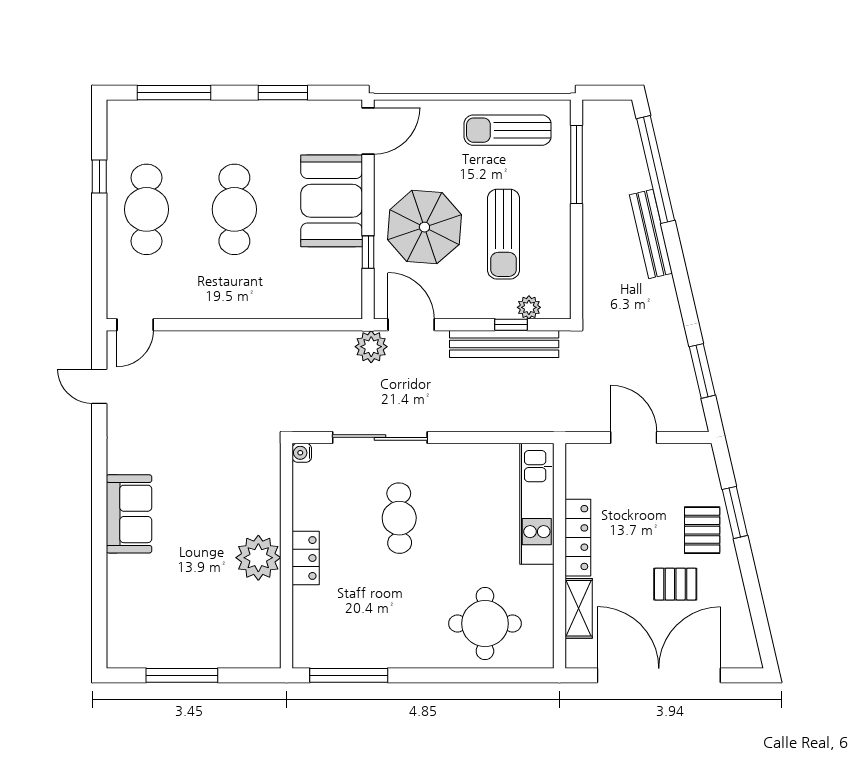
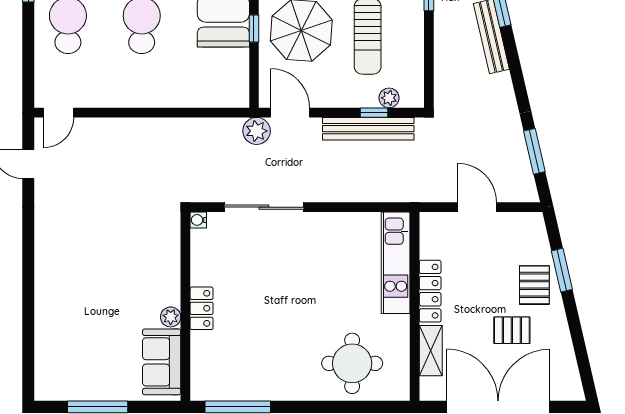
window: (368, 252) -> (254, 28), moved
sofa: (129, 514) -> (162, 362), moved, turned 180
cafe table: (399, 518) -> (280, 275), removed
plant: (258, 558) -> (171, 317), width x0.53, depth x0.53

